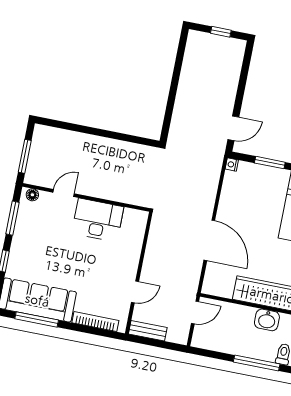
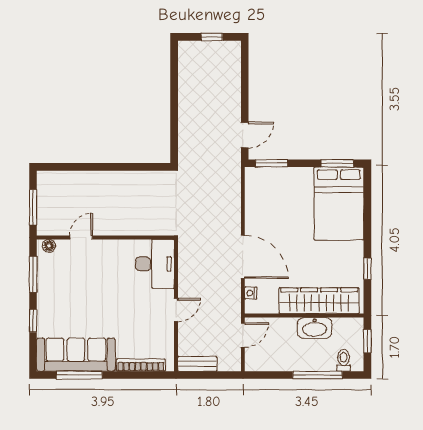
window: (270, 163) -> (272, 163), moved
nightstand: (232, 165) -> (251, 293), moved
desk: (98, 220) -> (155, 264), moved, turned 90
door: (135, 292) -> (176, 310), moved
washbasin: (267, 320) -> (315, 328), width x1.38

